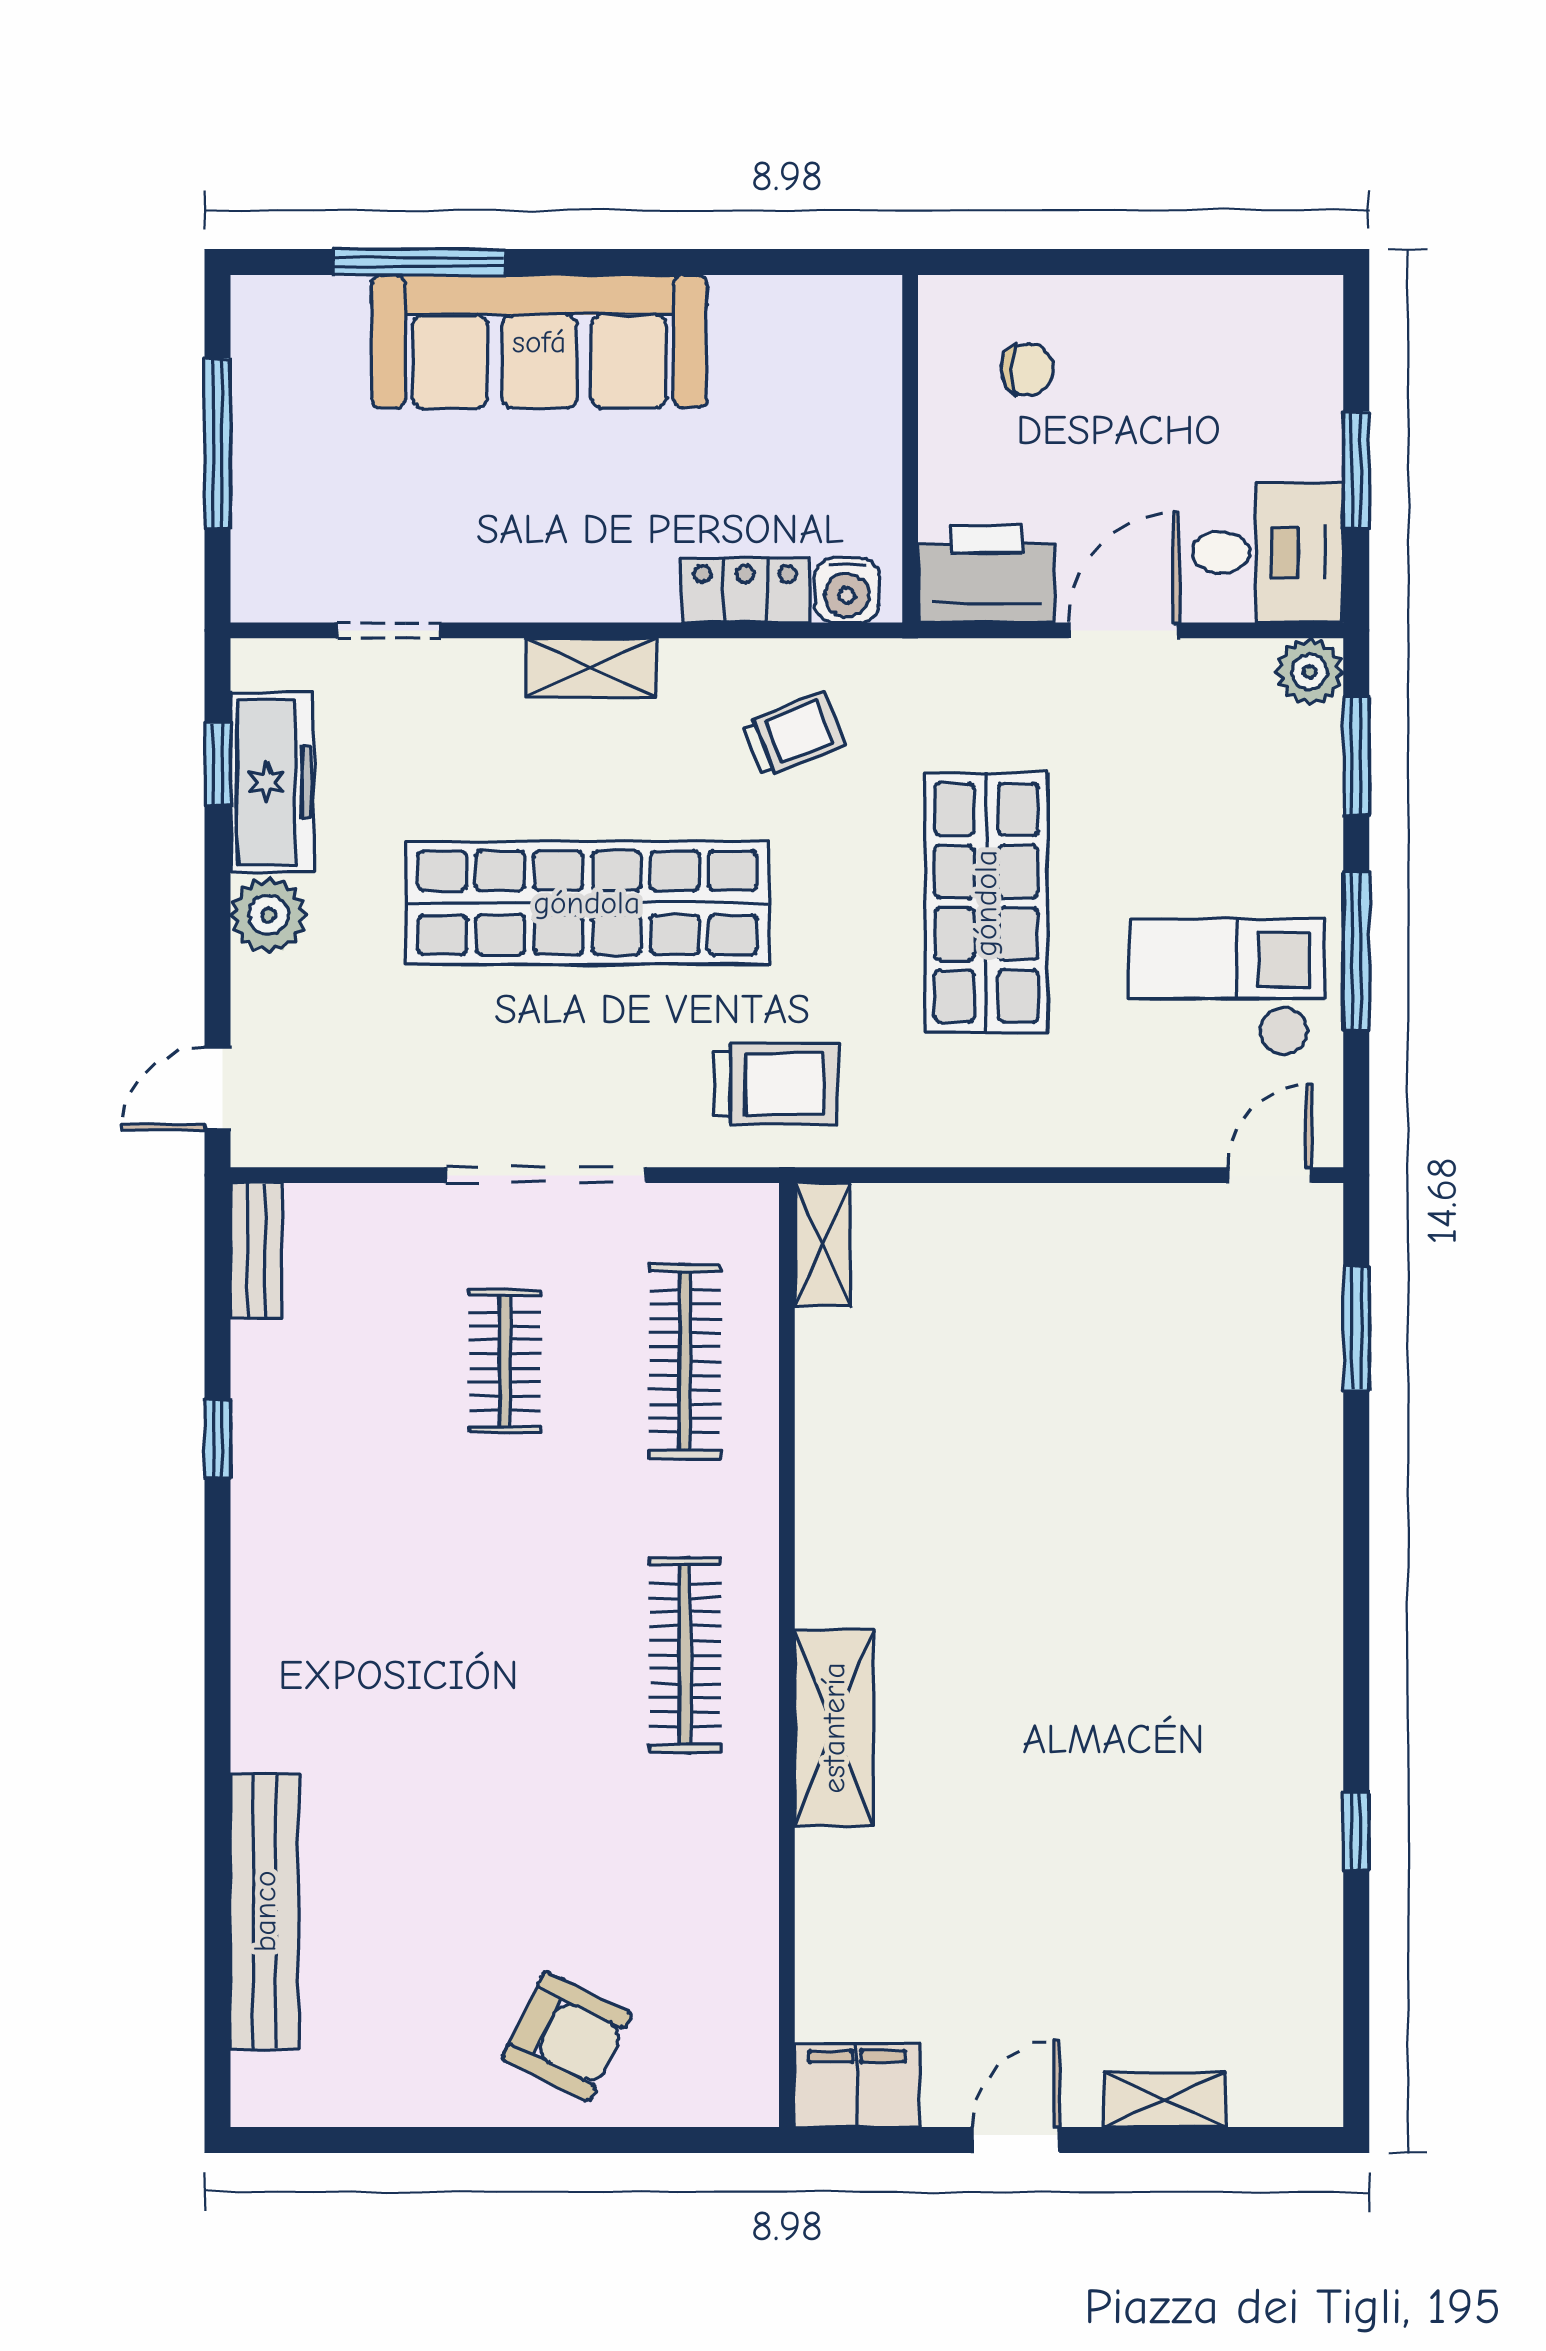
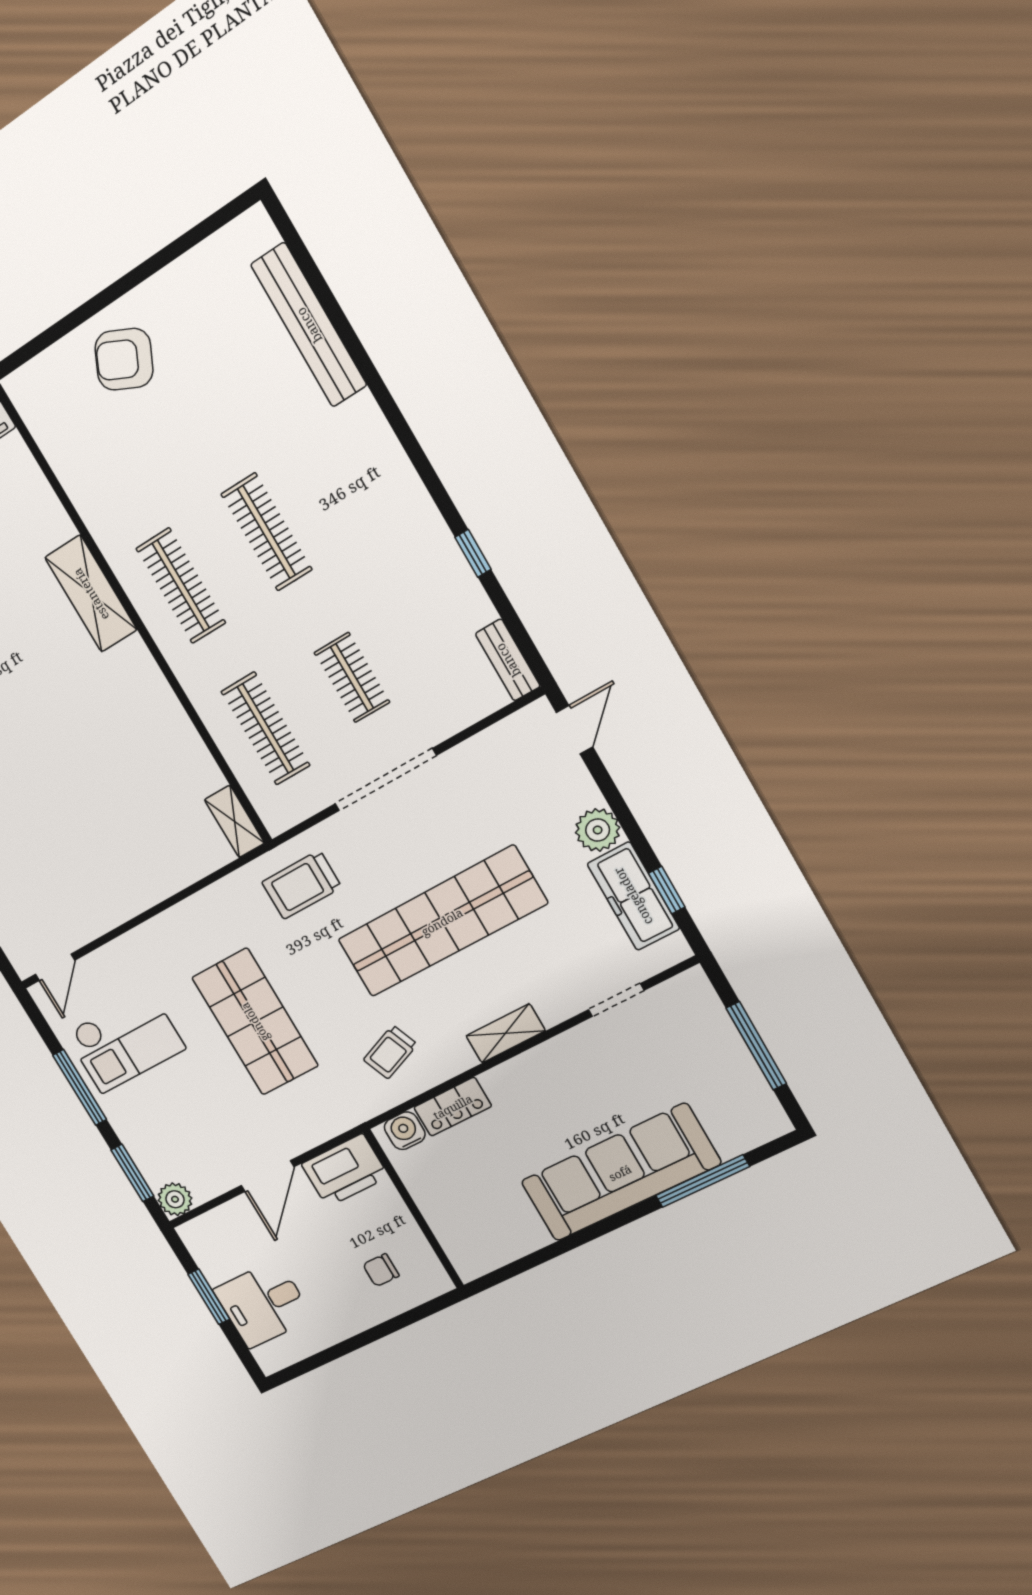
desk: (1268, 552) -> (263, 1304), moved
clothes rail: (505, 1655) -> (267, 532), added

